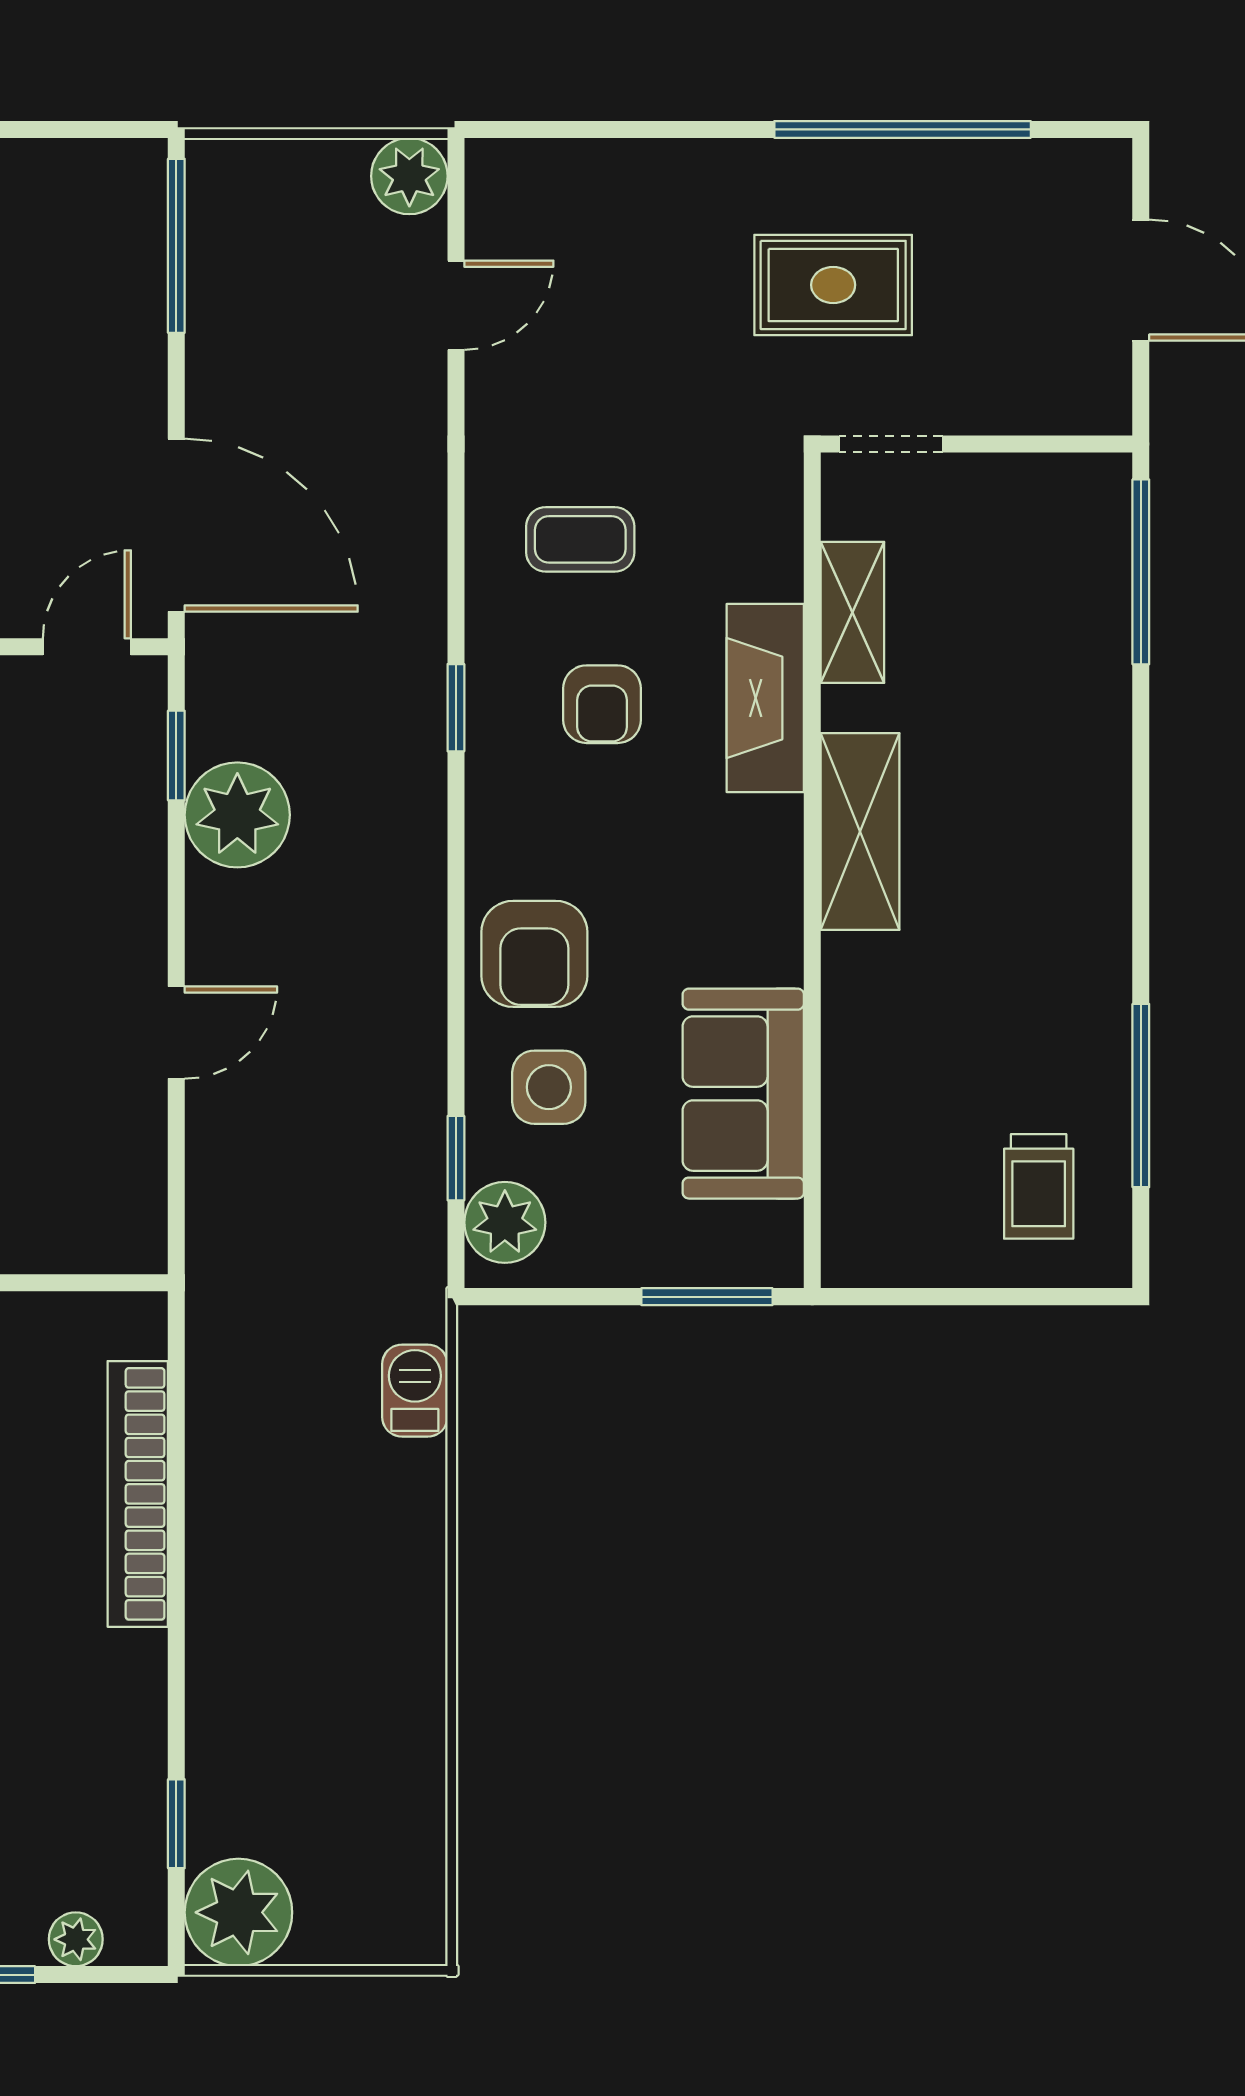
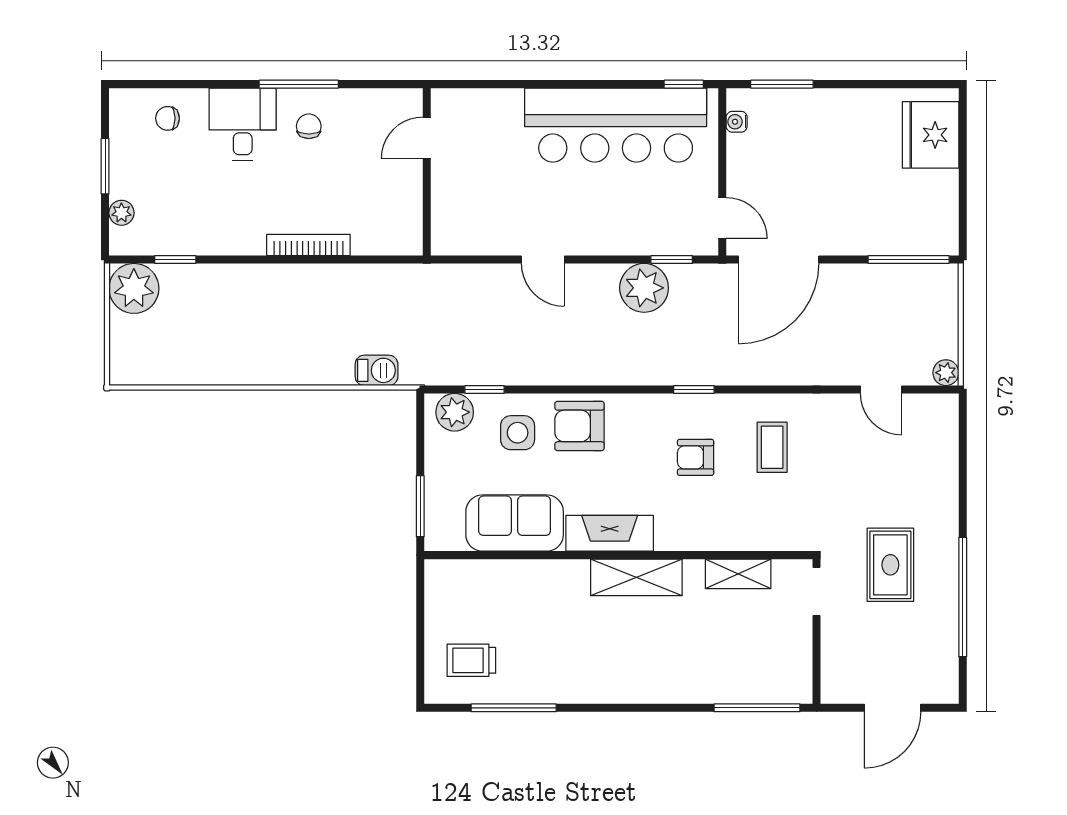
plant: (409, 176) -> (946, 373), width x0.73, depth x0.73
fireplace: (765, 698) -> (610, 533), moved
bookcase: (138, 1494) -> (308, 245), width x0.68, depth x0.76

